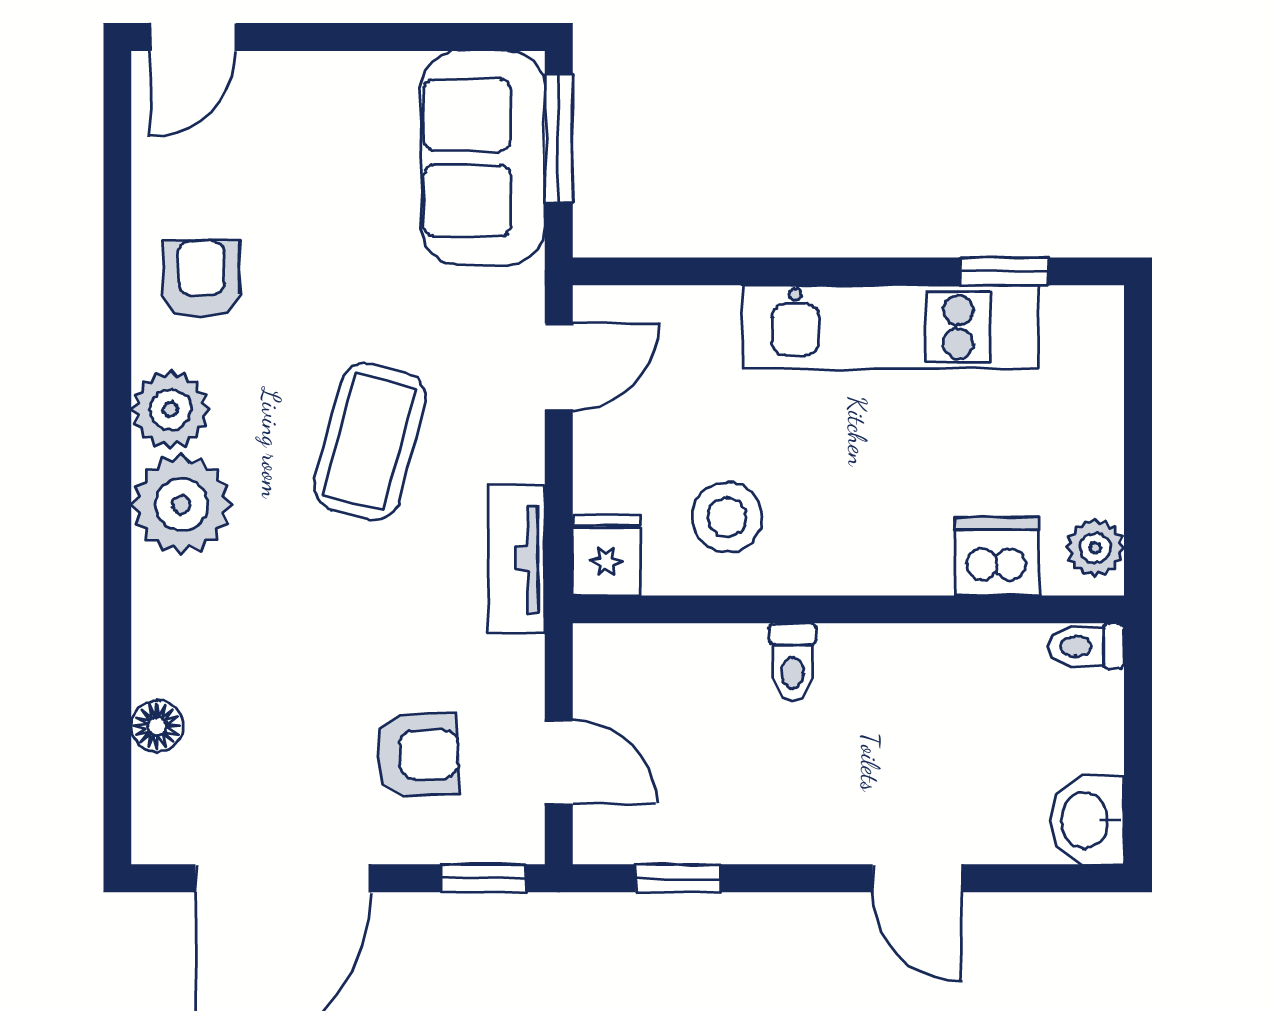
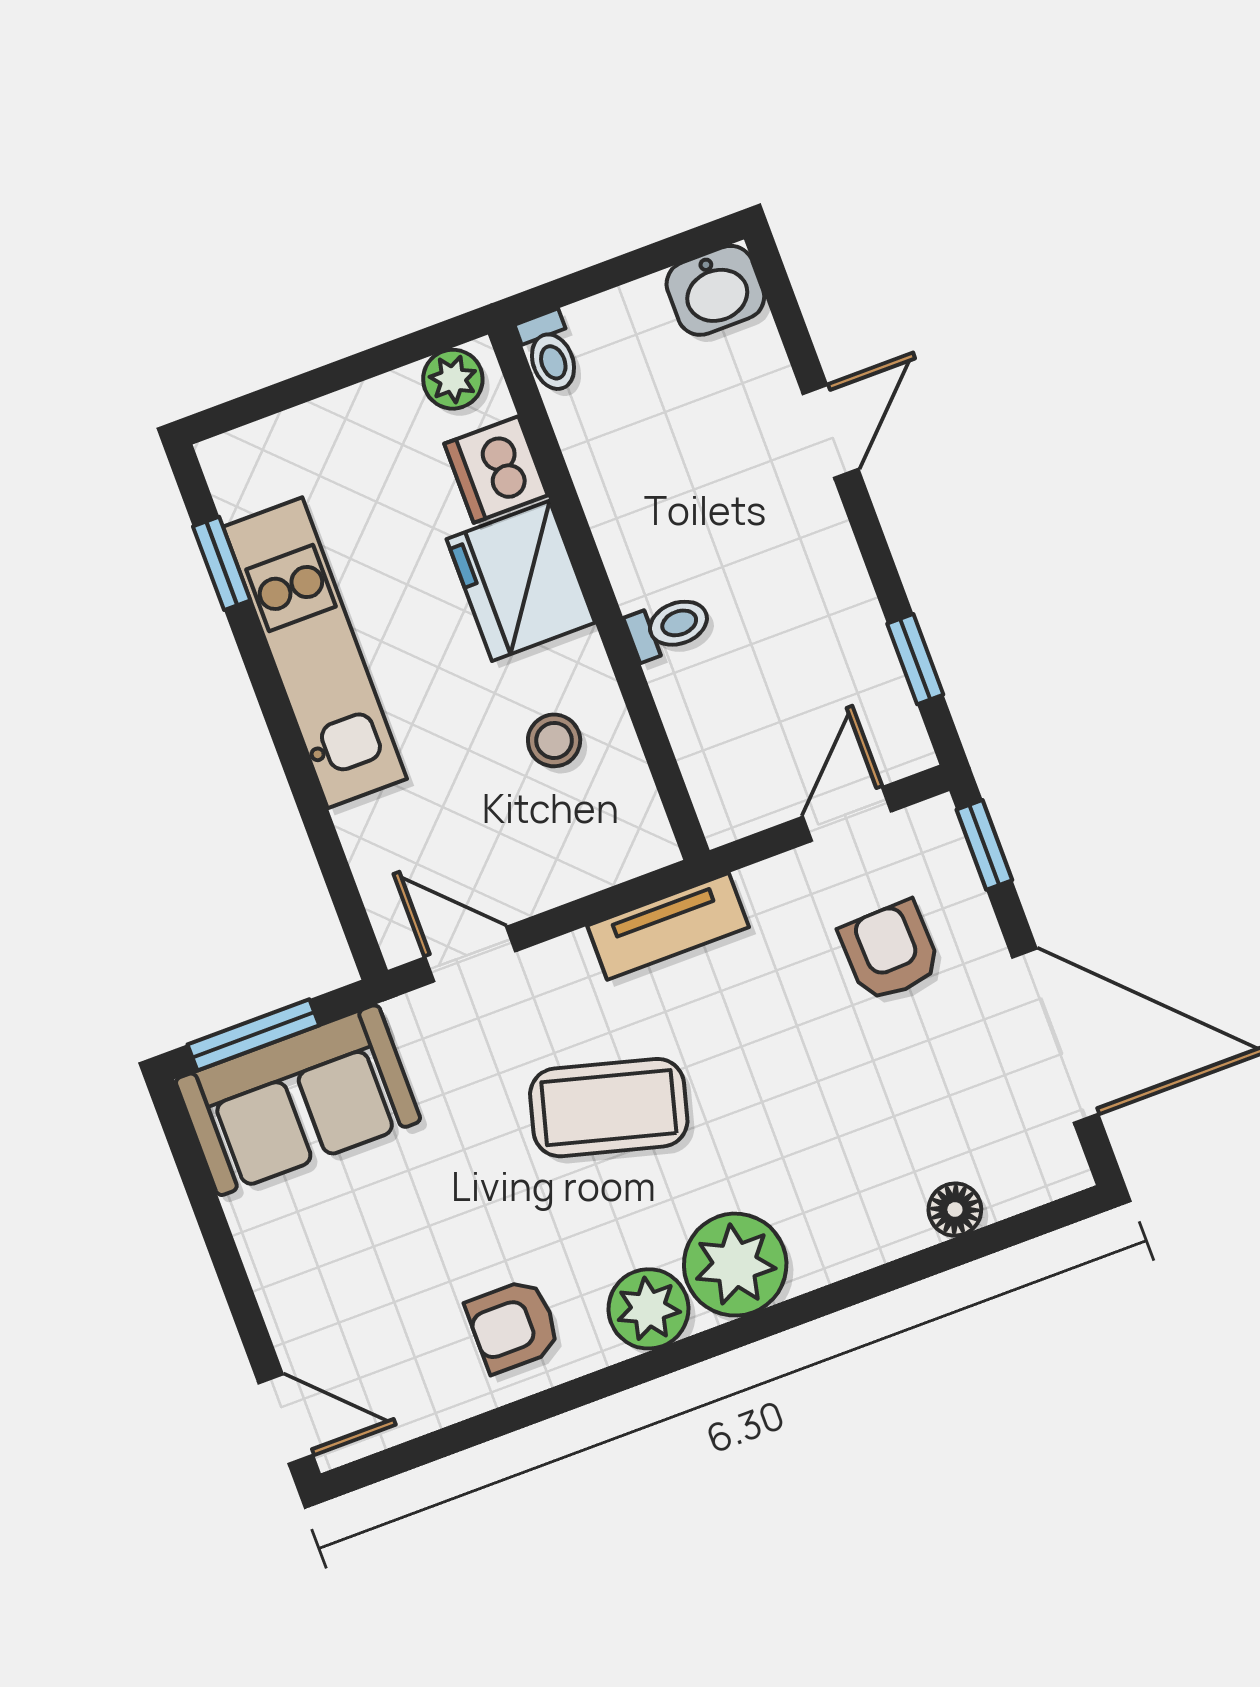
stool: (727, 517) -> (554, 740), width x0.73, depth x0.73
fridge: (606, 555) -> (521, 581), moved, width x1.88, depth x1.34

